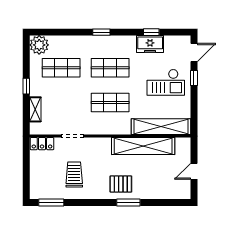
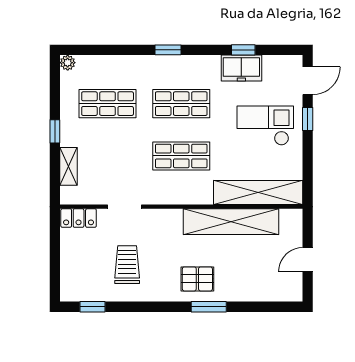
plant: (39, 45) -> (68, 63), width x0.53, depth x0.53
checkout: (166, 82) -> (265, 126), turned 180
window: (51, 202) -> (93, 307), width x0.67

